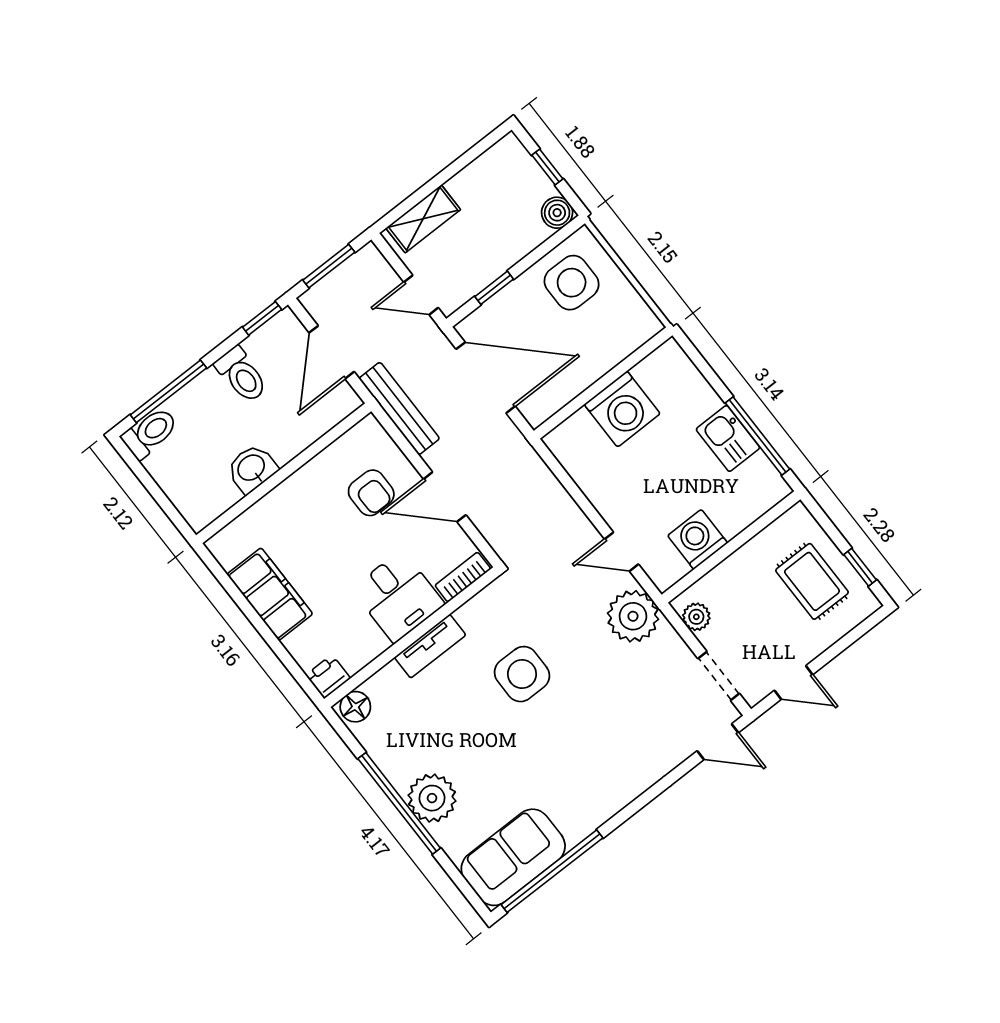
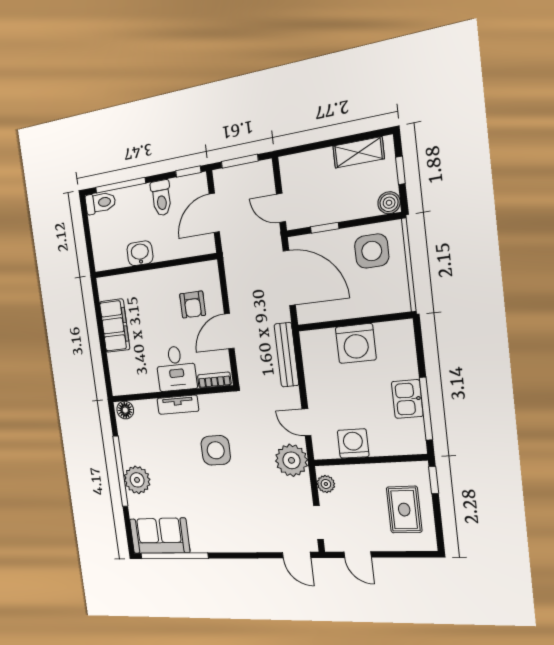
shelving: (423, 219) -> (358, 152), moved
bench: (399, 408) -> (286, 355), moved
door: (445, 497) -> (229, 331), hinge flipped
window: (860, 567) -> (434, 480), moved
printer: (328, 677) -> (120, 386), removed

